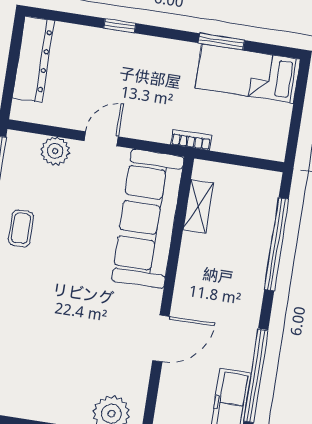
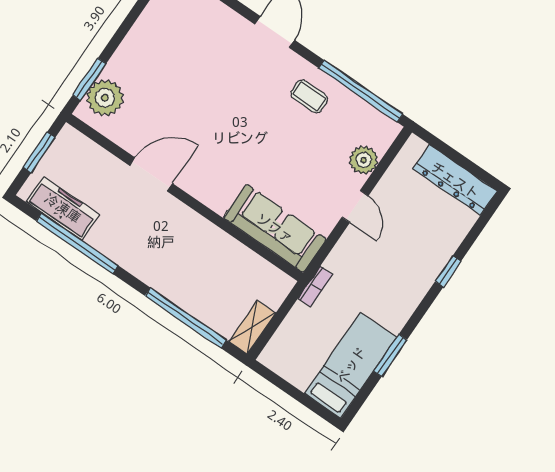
shelving: (198, 206) -> (252, 327), moved, turned 90
sofa: (148, 219) -> (275, 228), width x0.74, depth x0.79
door: (161, 338) -> (151, 174), swing flipped

